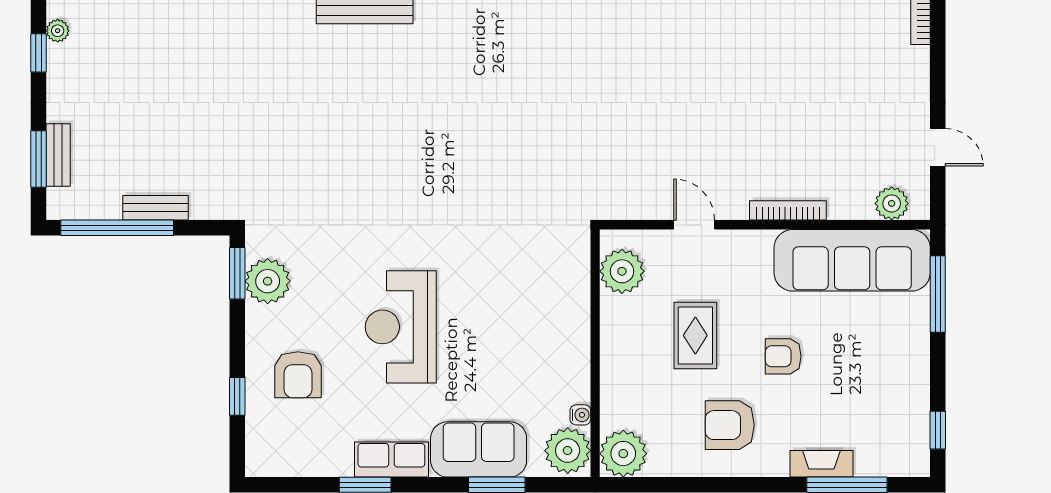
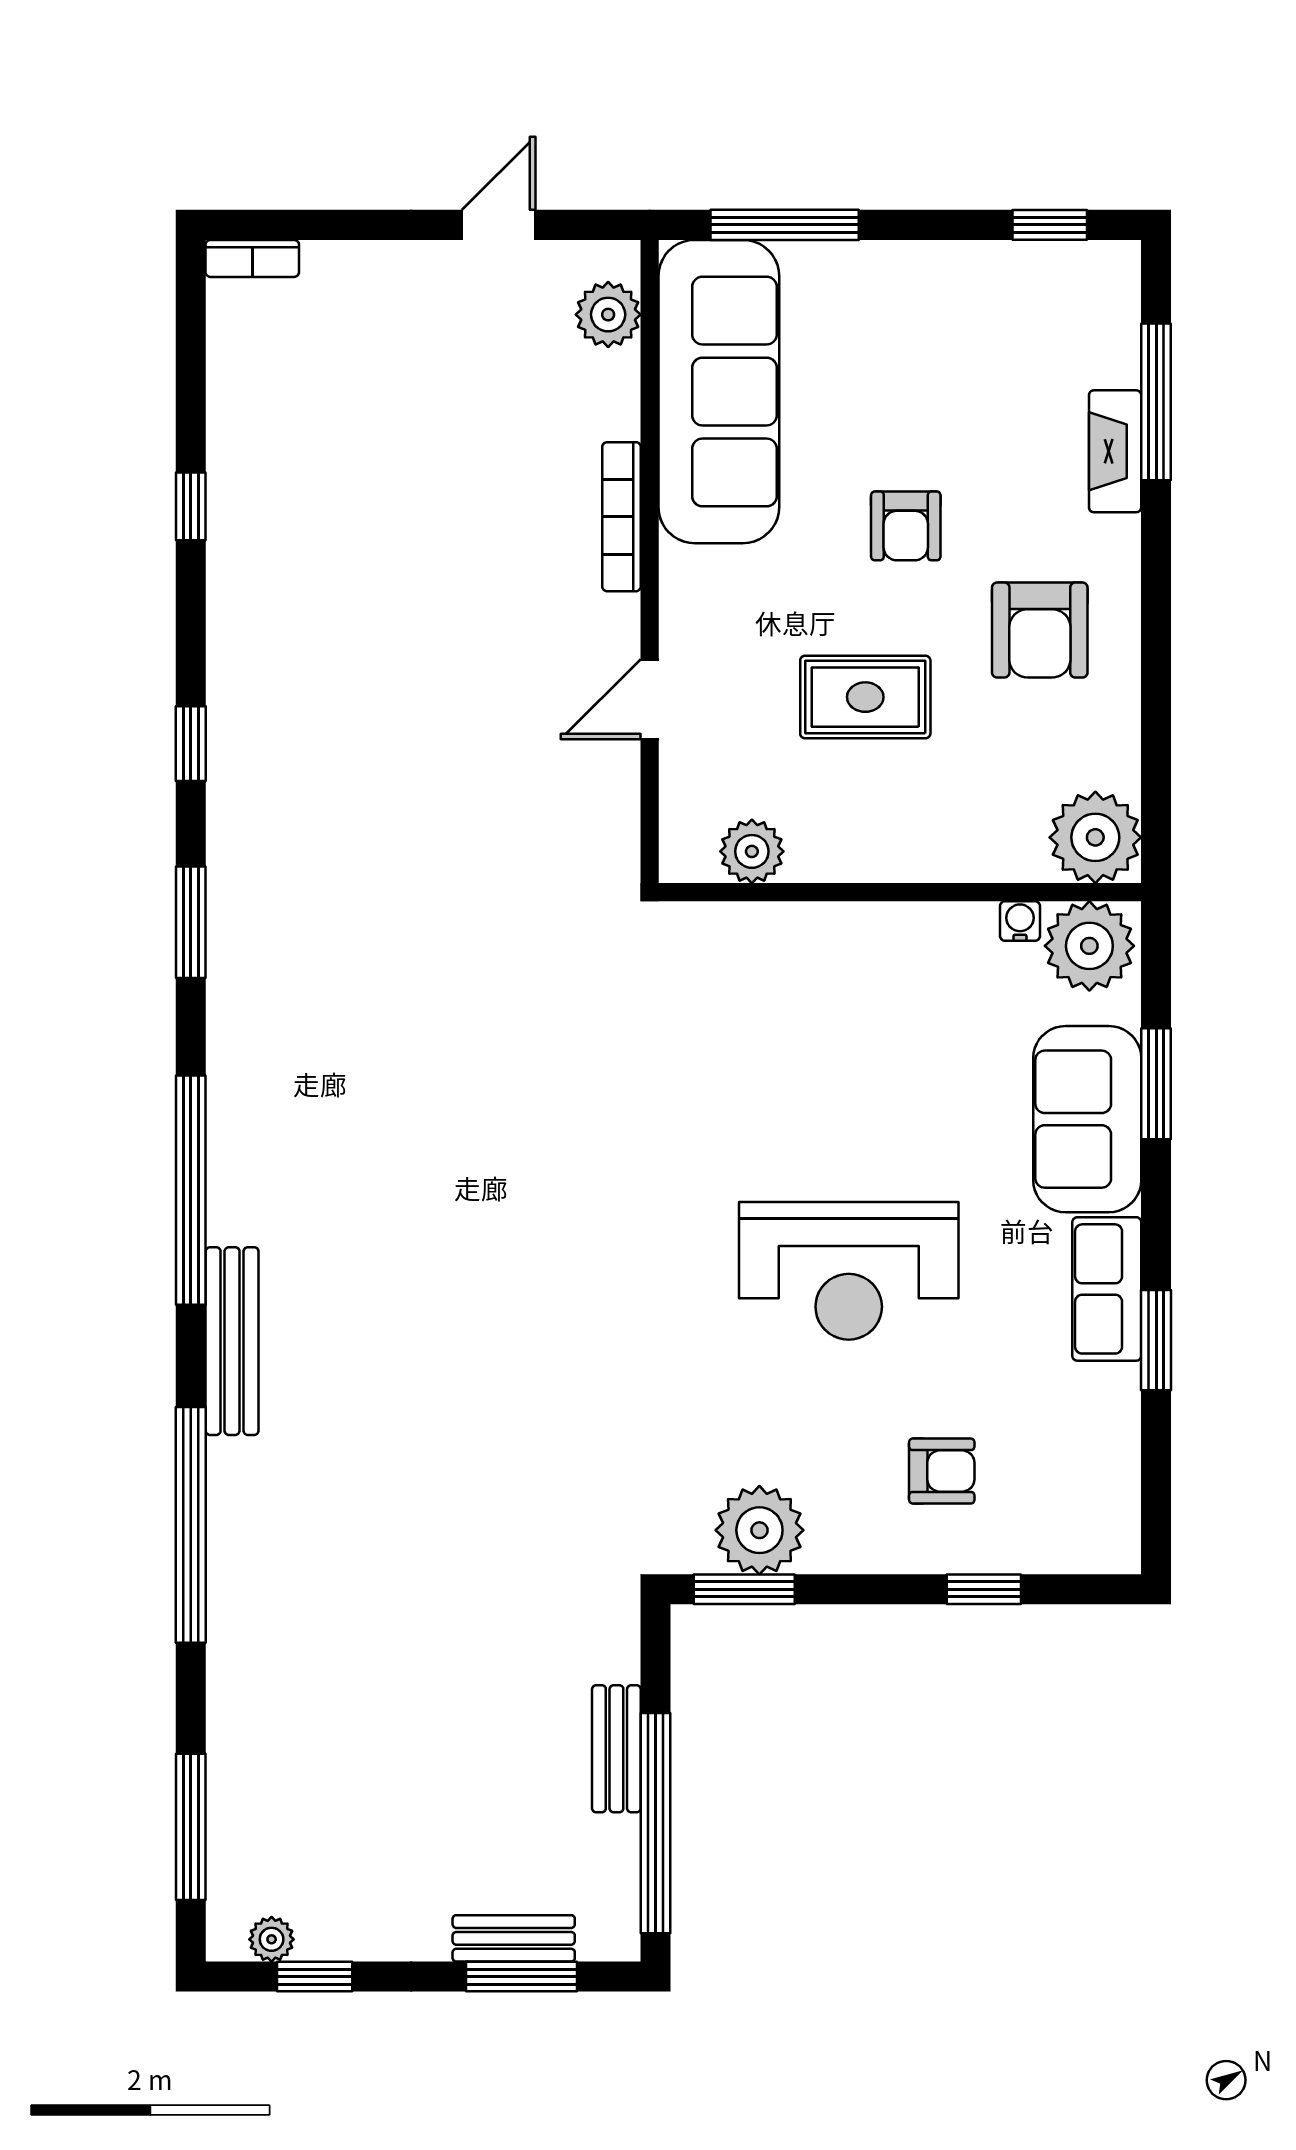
plant: (622, 271) -> (752, 851), width x0.73, depth x0.73
armchair: (298, 375) -> (942, 1471), width x0.72, depth x0.72

